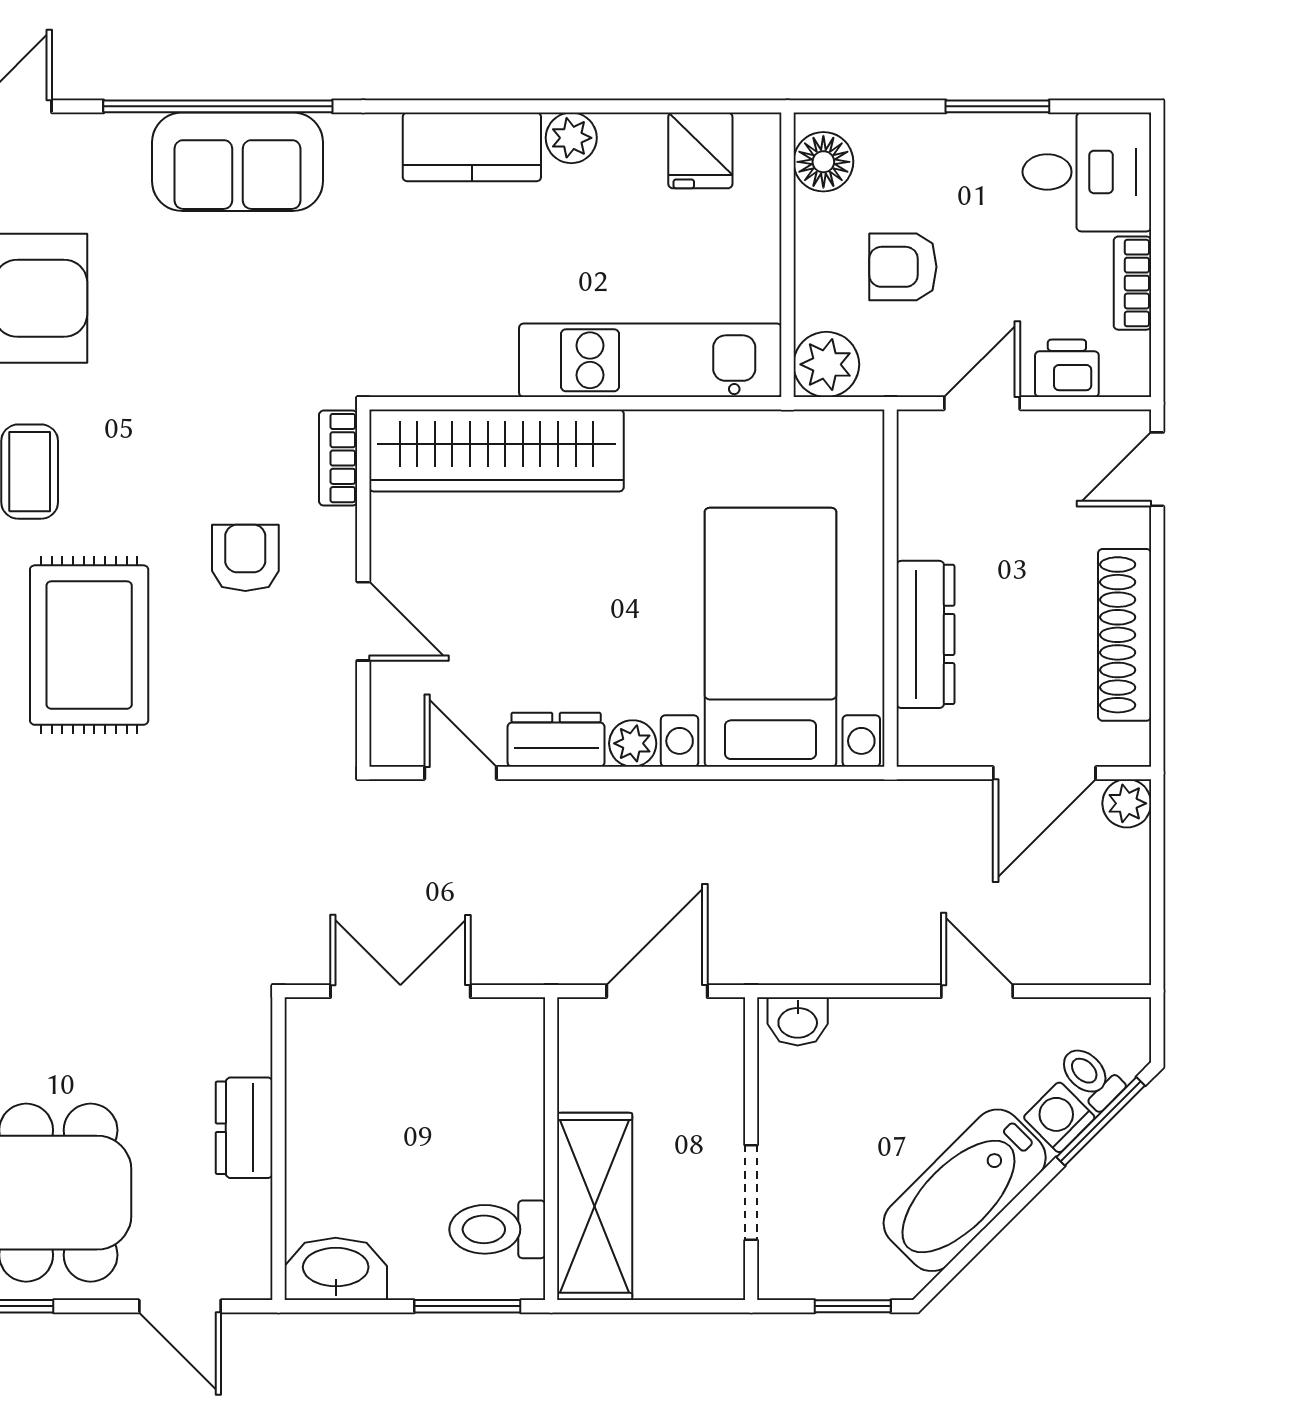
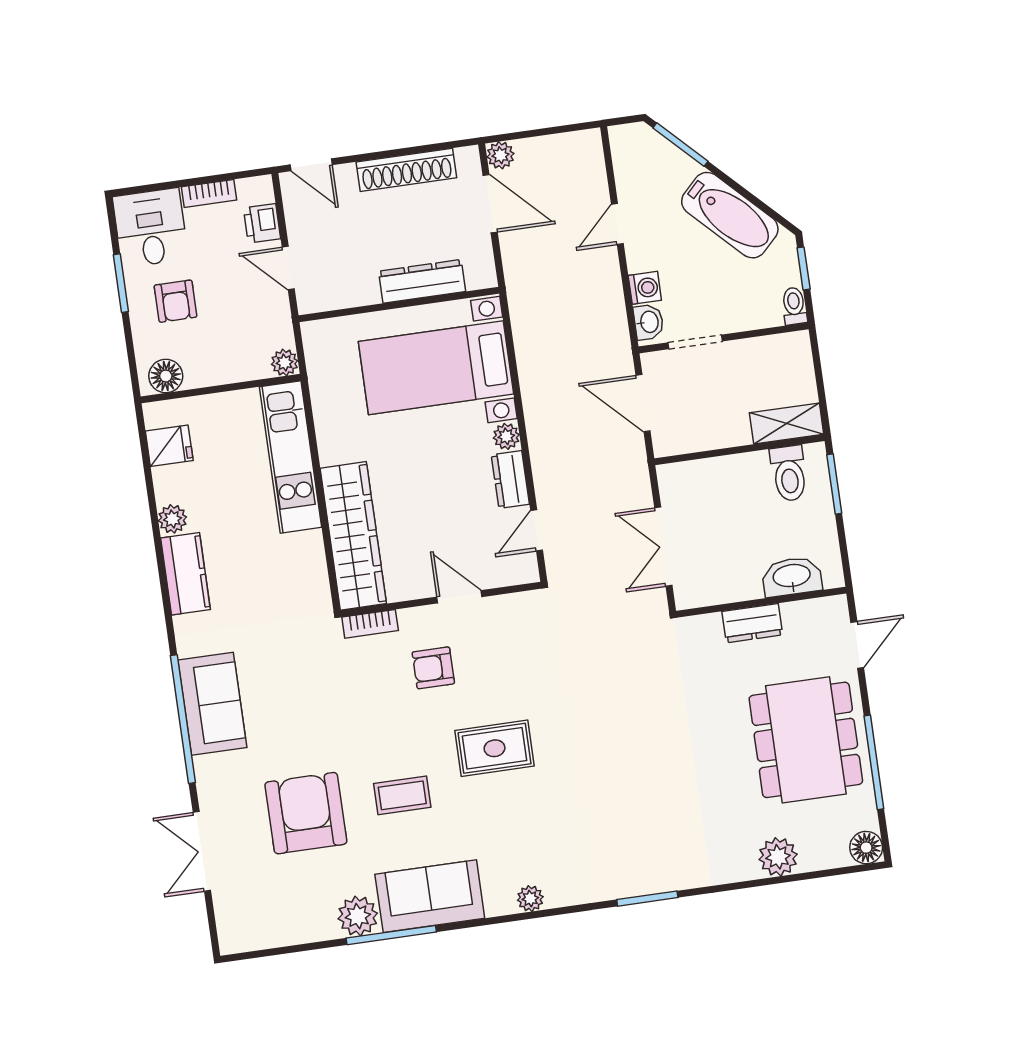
armchair: (903, 267) -> (175, 301), moved
plant: (826, 364) -> (285, 363), width x0.73, depth x0.73
door: (363, 621) -> (459, 597), hinge flipped
rug: (89, 645) -> (495, 748), width x0.73, depth x0.70
toilet: (1091, 1077) -> (794, 306), moved, turned 135
washing machine: (1059, 1117) -> (645, 288), moved, turned -135
doorway: (751, 1193) -> (695, 342), moved
shelving: (595, 1206) -> (787, 423), width x0.67, depth x0.75
washbasin: (336, 1269) -> (792, 577), moved, turned 90

